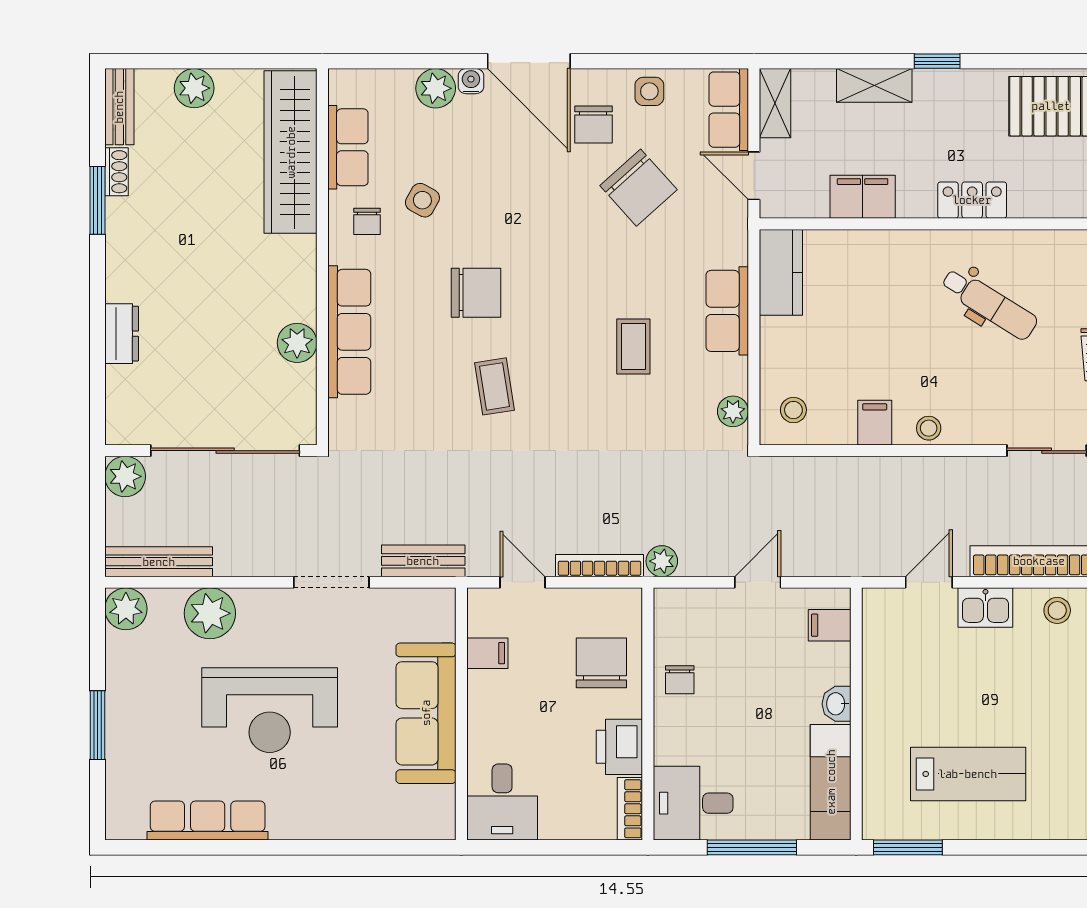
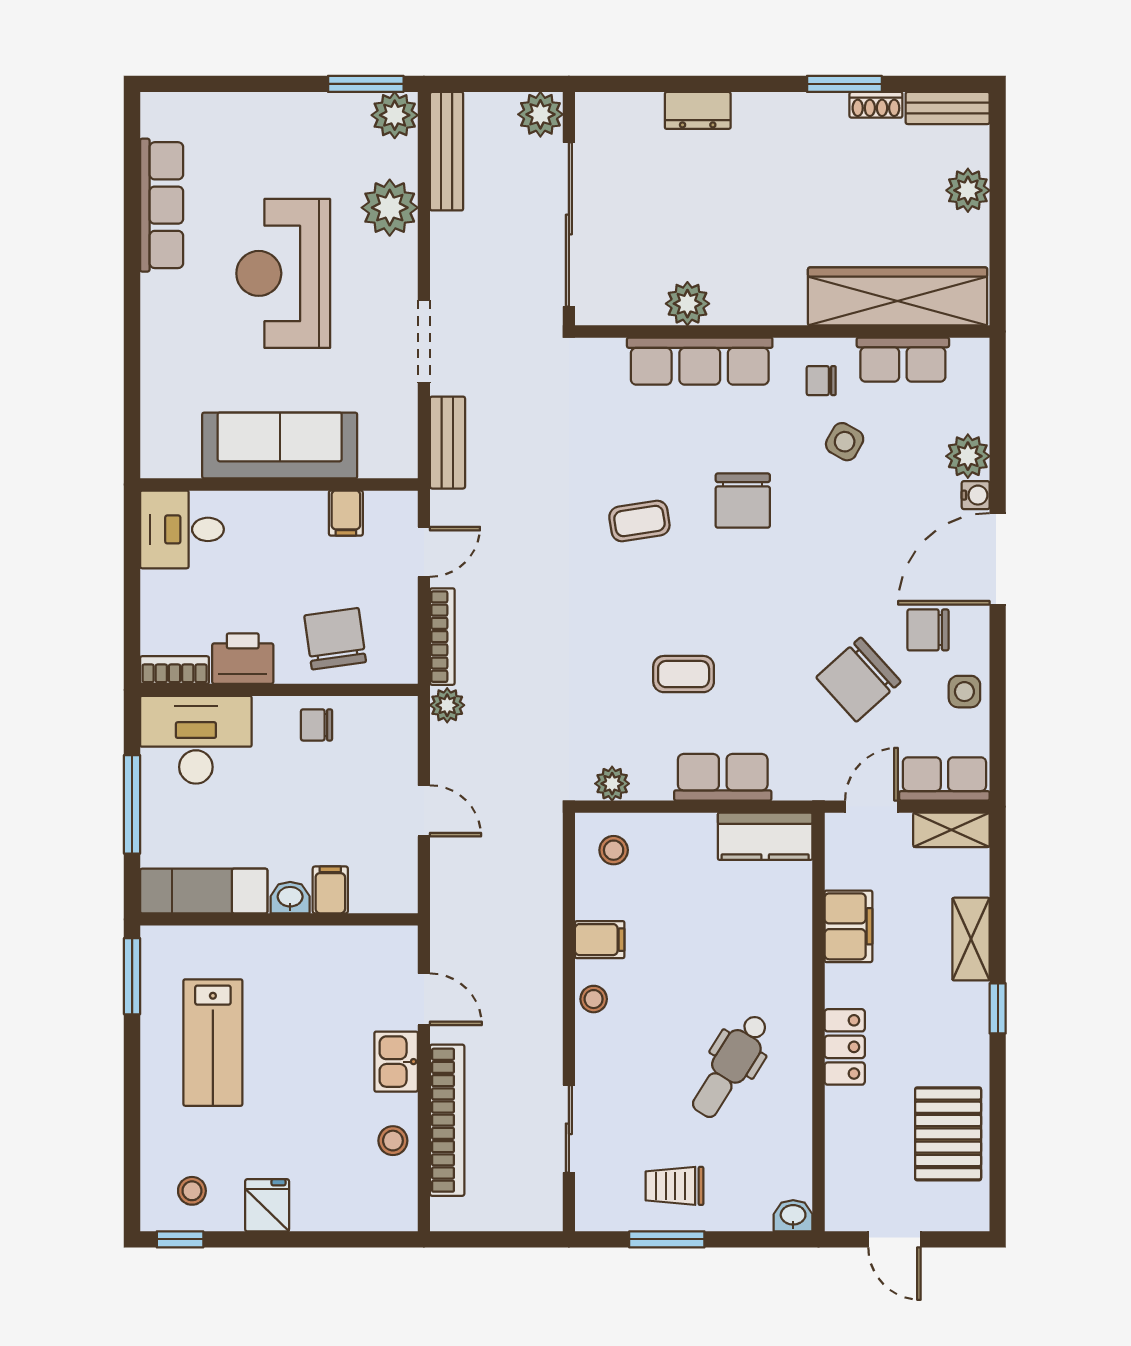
filing cabinet: (830, 625) -> (330, 890), moved
chair: (601, 663) -> (335, 639), turned -98
window: (97, 725) -> (366, 84), moved
desk: (693, 803) -> (196, 740), width x1.37

